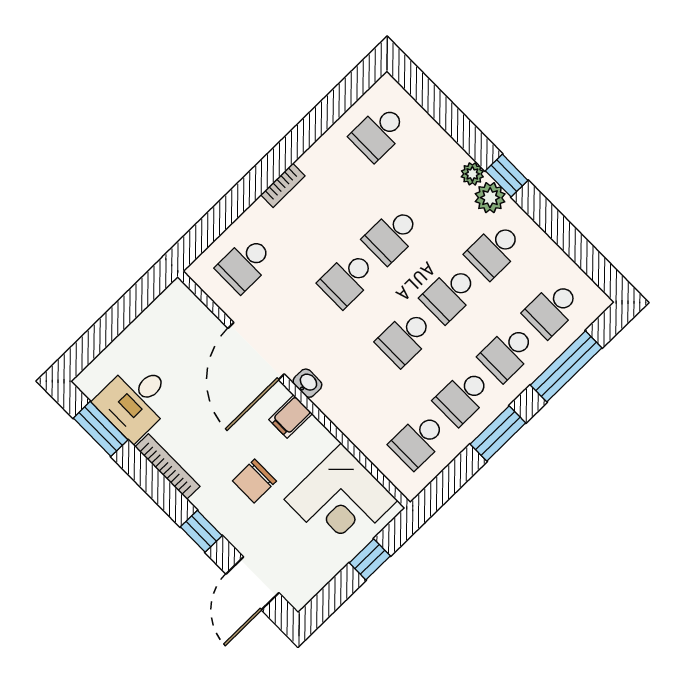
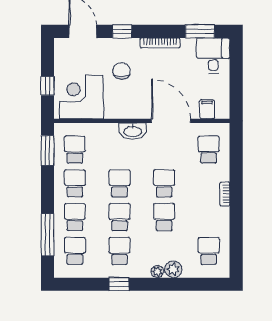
window: (507, 176) -> (119, 284), moved
plant: (490, 198) -> (173, 269), moved
washbasin: (307, 383) -> (133, 131), width x1.91, depth x1.45
desk: (135, 400) -> (213, 56), moved
filing cabinet: (291, 417) -> (207, 109), moved
window: (498, 433) -> (47, 150), moved

